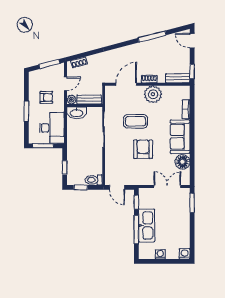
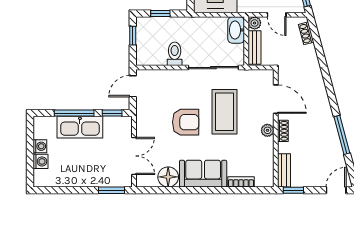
plant: (153, 94) -> (267, 130), width x0.53, depth x0.53
coffee table: (136, 121) -> (224, 112), width x1.36, depth x1.32
toilet: (94, 180) -> (175, 54), moved
washing machine: (185, 254) -> (41, 161), moved

